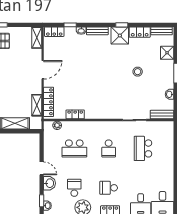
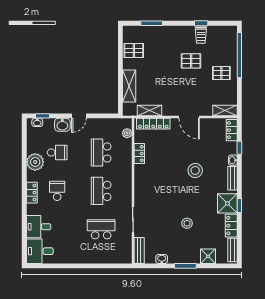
stool: (90, 64) -> (195, 170), added
school desk: (109, 148) -> (101, 191), width x1.85

